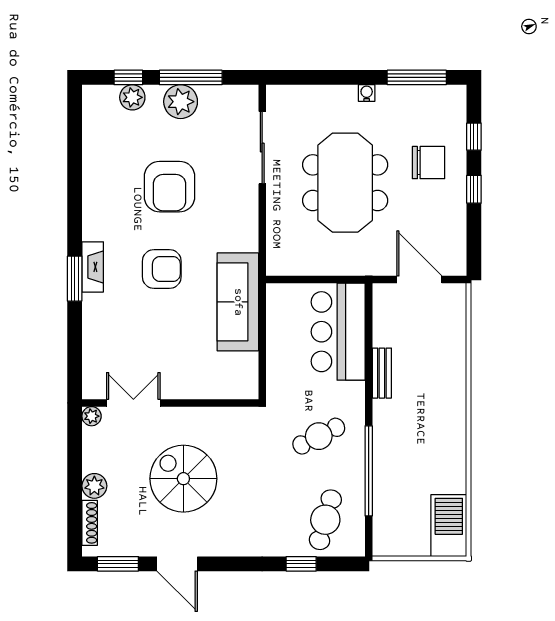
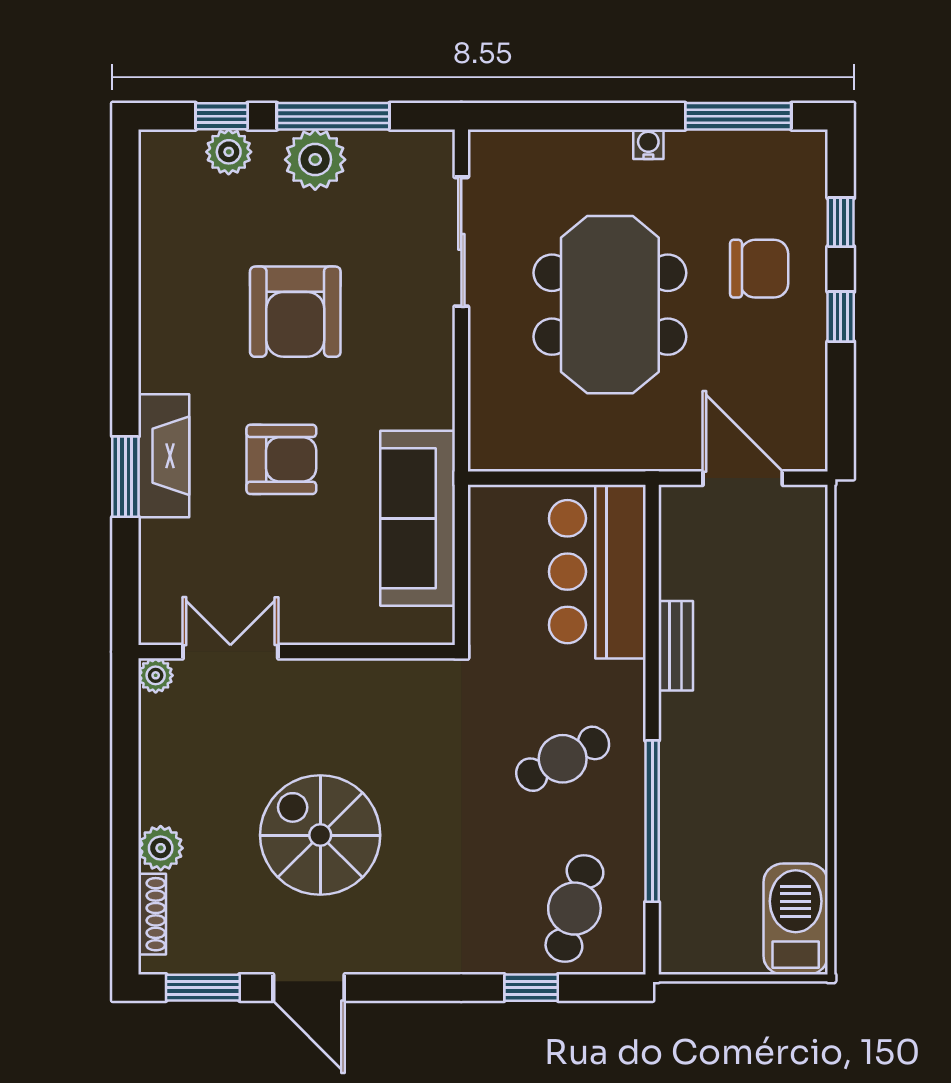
fireplace: (93, 267) -> (164, 456), width x1.37, depth x1.32
double door: (133, 403) -> (230, 652), moved
wall: (170, 403) -> (297, 652), moved
plant: (92, 416) -> (156, 675), moved

